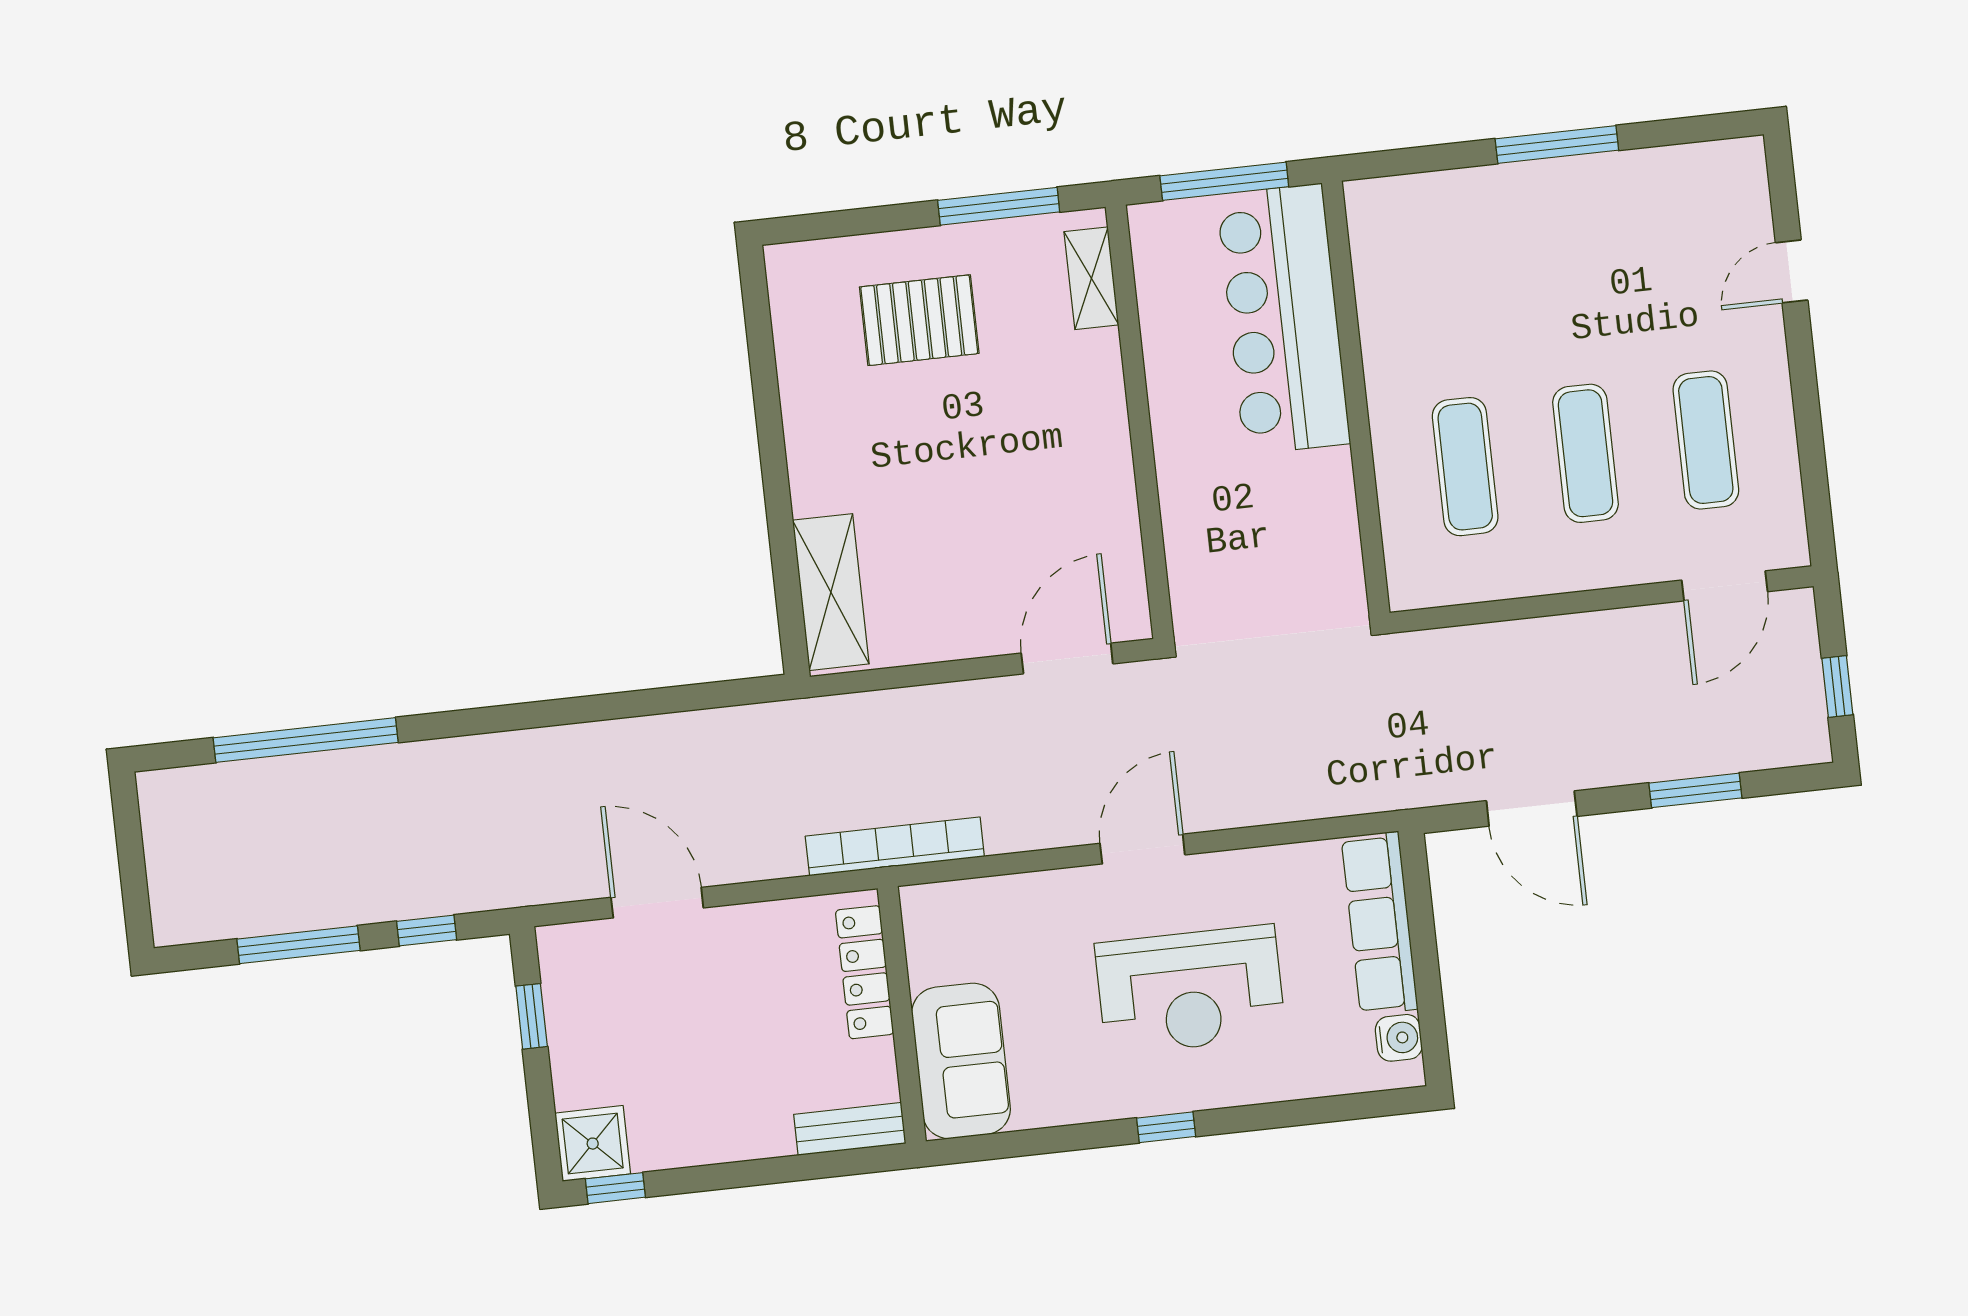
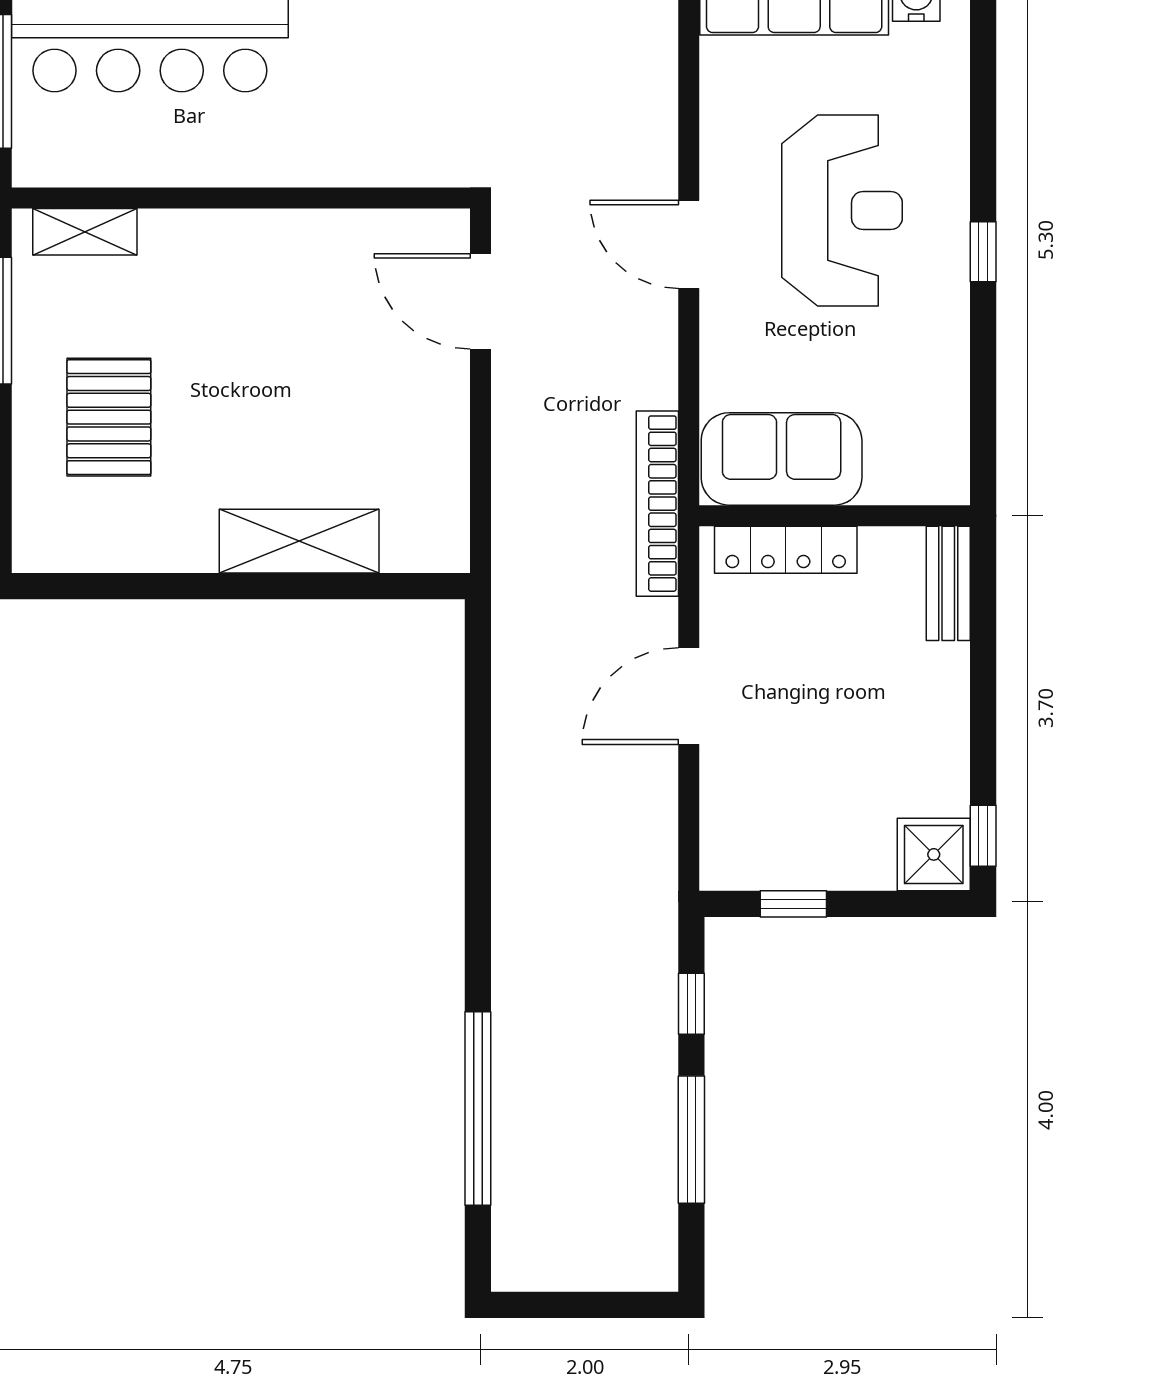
shelving: (831, 592) -> (299, 541), moved
door: (657, 903) -> (689, 696), moved
sofa: (961, 1061) -> (782, 459), moved

